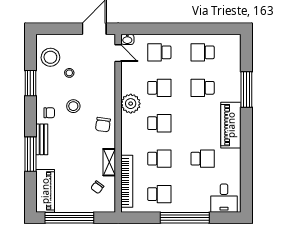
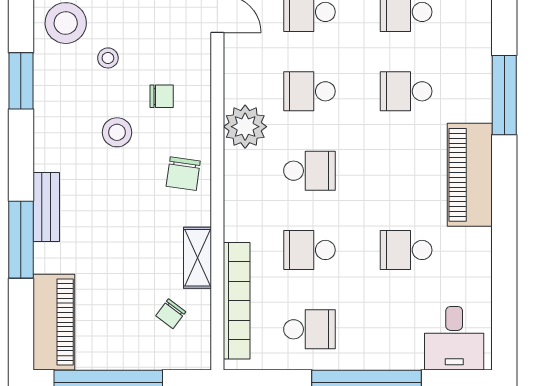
school desk: (159, 88) -> (309, 91), turned 180
chair: (49, 113) -> (162, 96), moved
school desk: (159, 159) -> (309, 250), turned 180
school desk: (203, 159) -> (406, 250), turned 180

